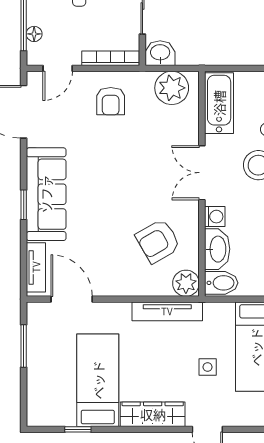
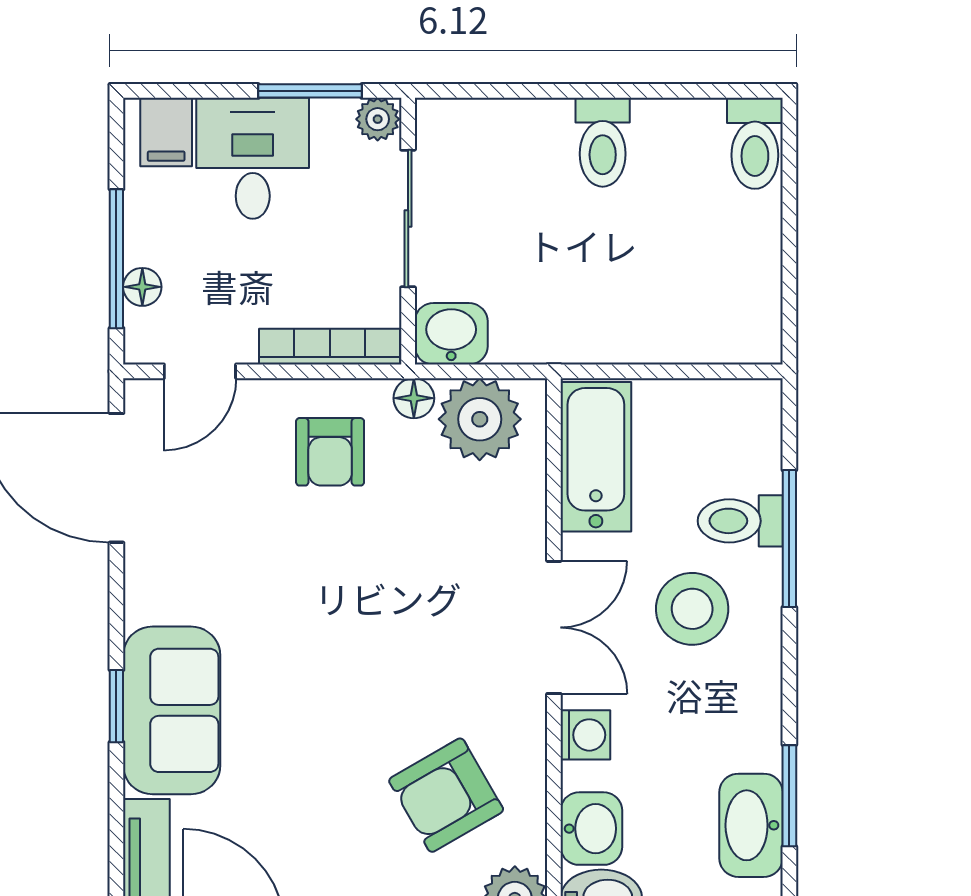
floor lamp: (145, 79) -> (414, 398), added
double door: (202, 173) -> (554, 627), swing flipped
sofa: (46, 194) -> (172, 710), width x0.73
washbasin: (217, 249) -> (591, 829), width x0.72

